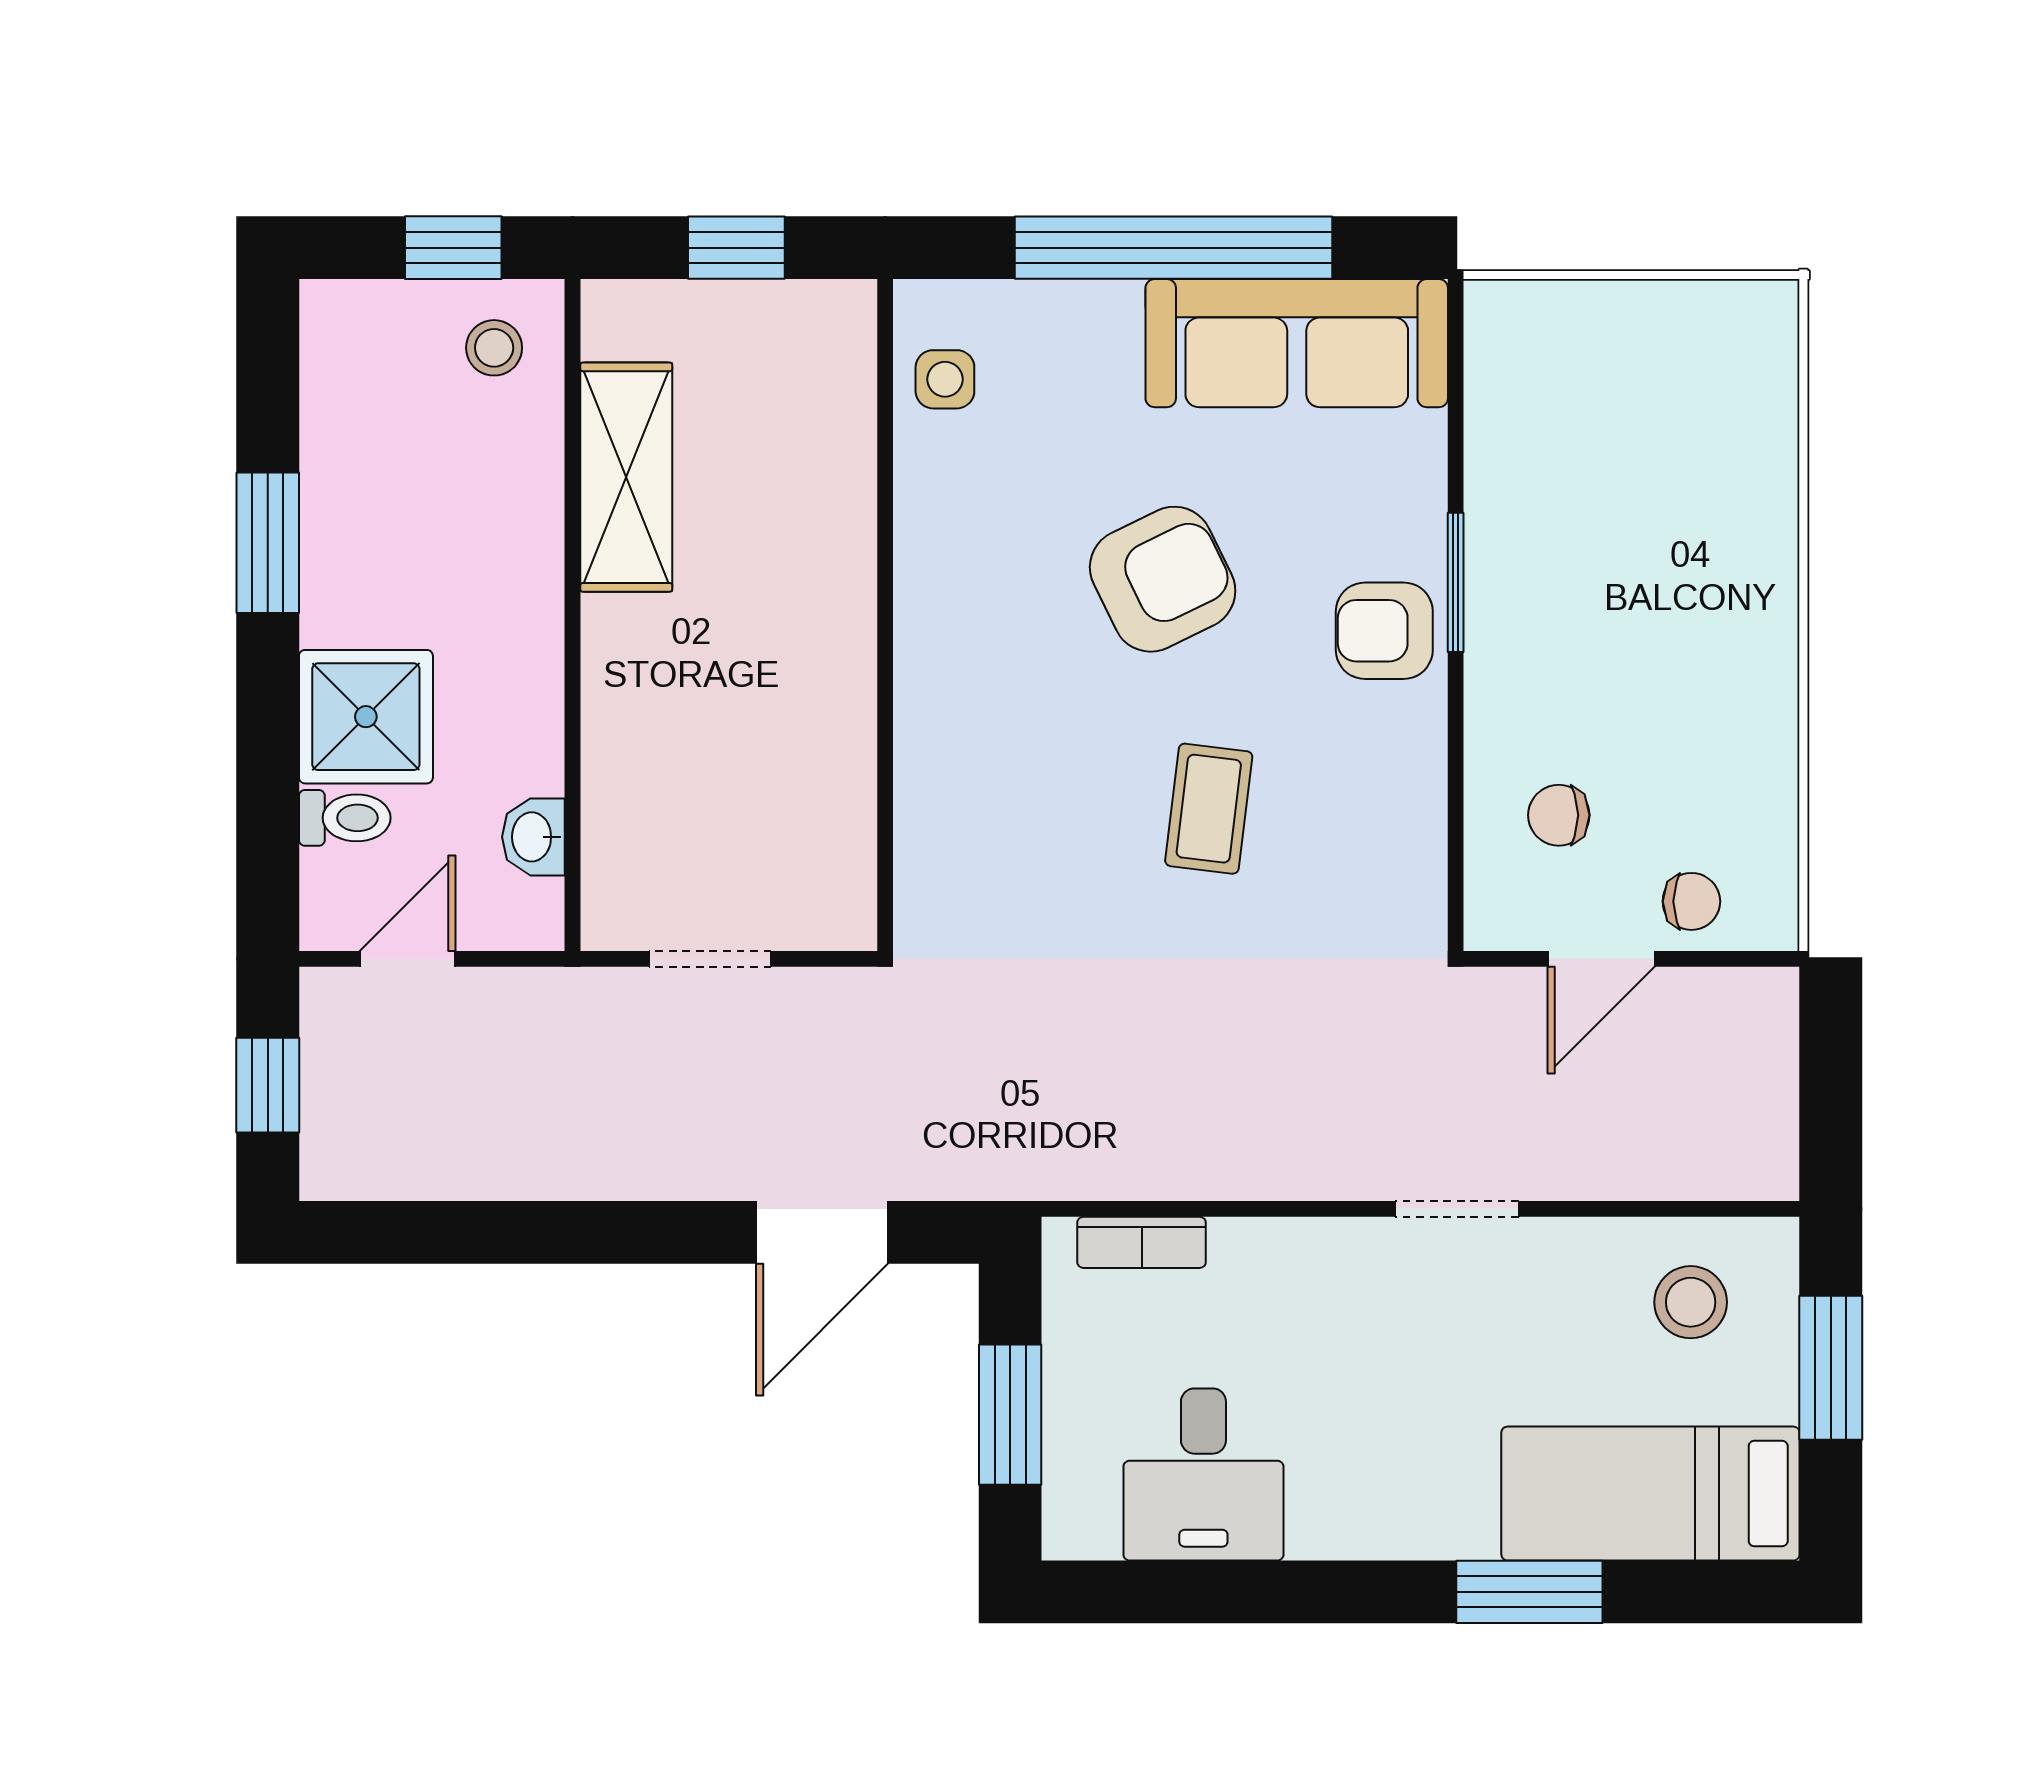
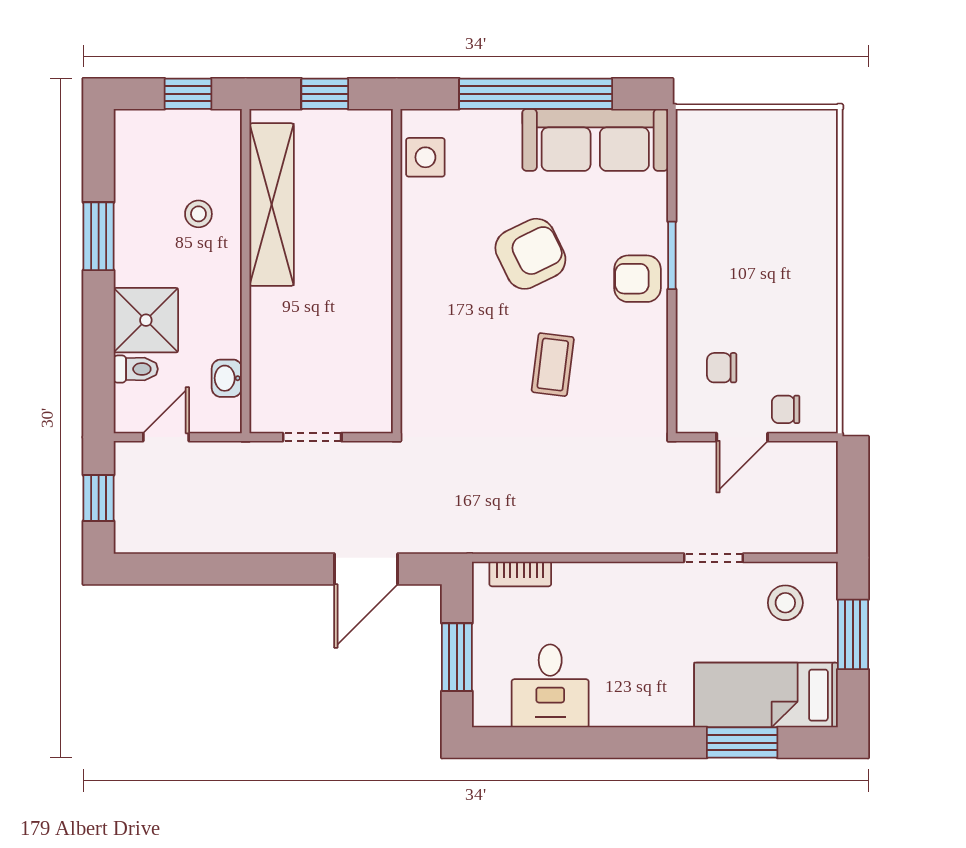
stool: (494, 348) -> (198, 214), moved
side table: (945, 379) -> (425, 157), width x1.37, depth x1.37
shelving: (626, 477) -> (272, 205), width x1.47
chair: (1691, 901) -> (786, 409), turned 180
doorway: (1457, 1209) -> (713, 558), moved
window: (1529, 1592) -> (742, 743), moved

